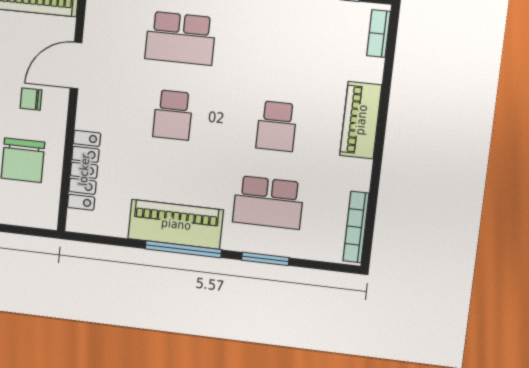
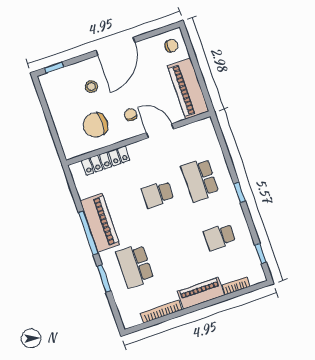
bookcase: (379, 34) -> (236, 286), moved
school desk: (277, 126) -> (220, 237), moved
bookcase: (356, 227) -> (161, 311), moved

